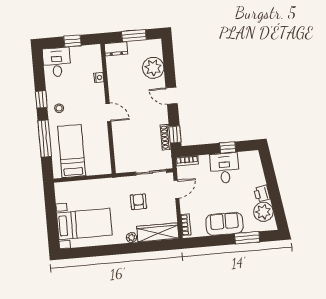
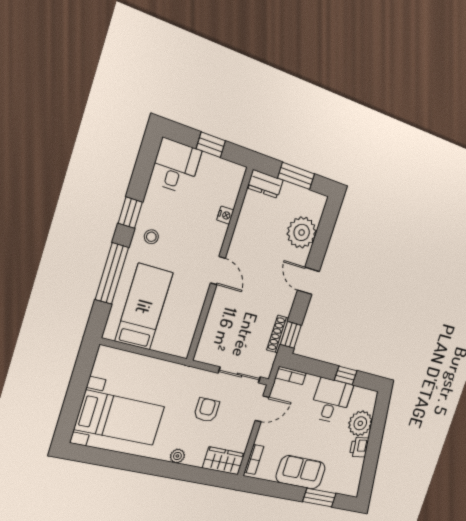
plant: (263, 212) -> (360, 423), moved
wardrobe: (158, 232) -> (224, 461), width x0.67

